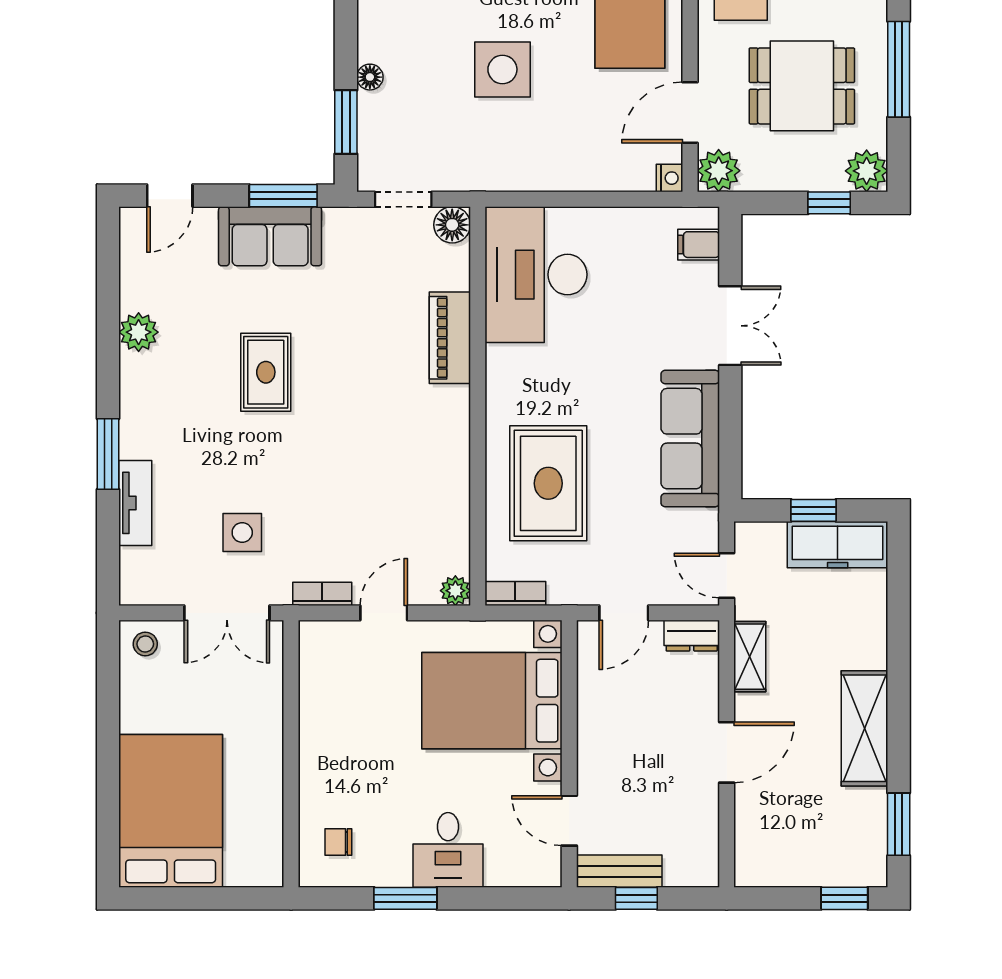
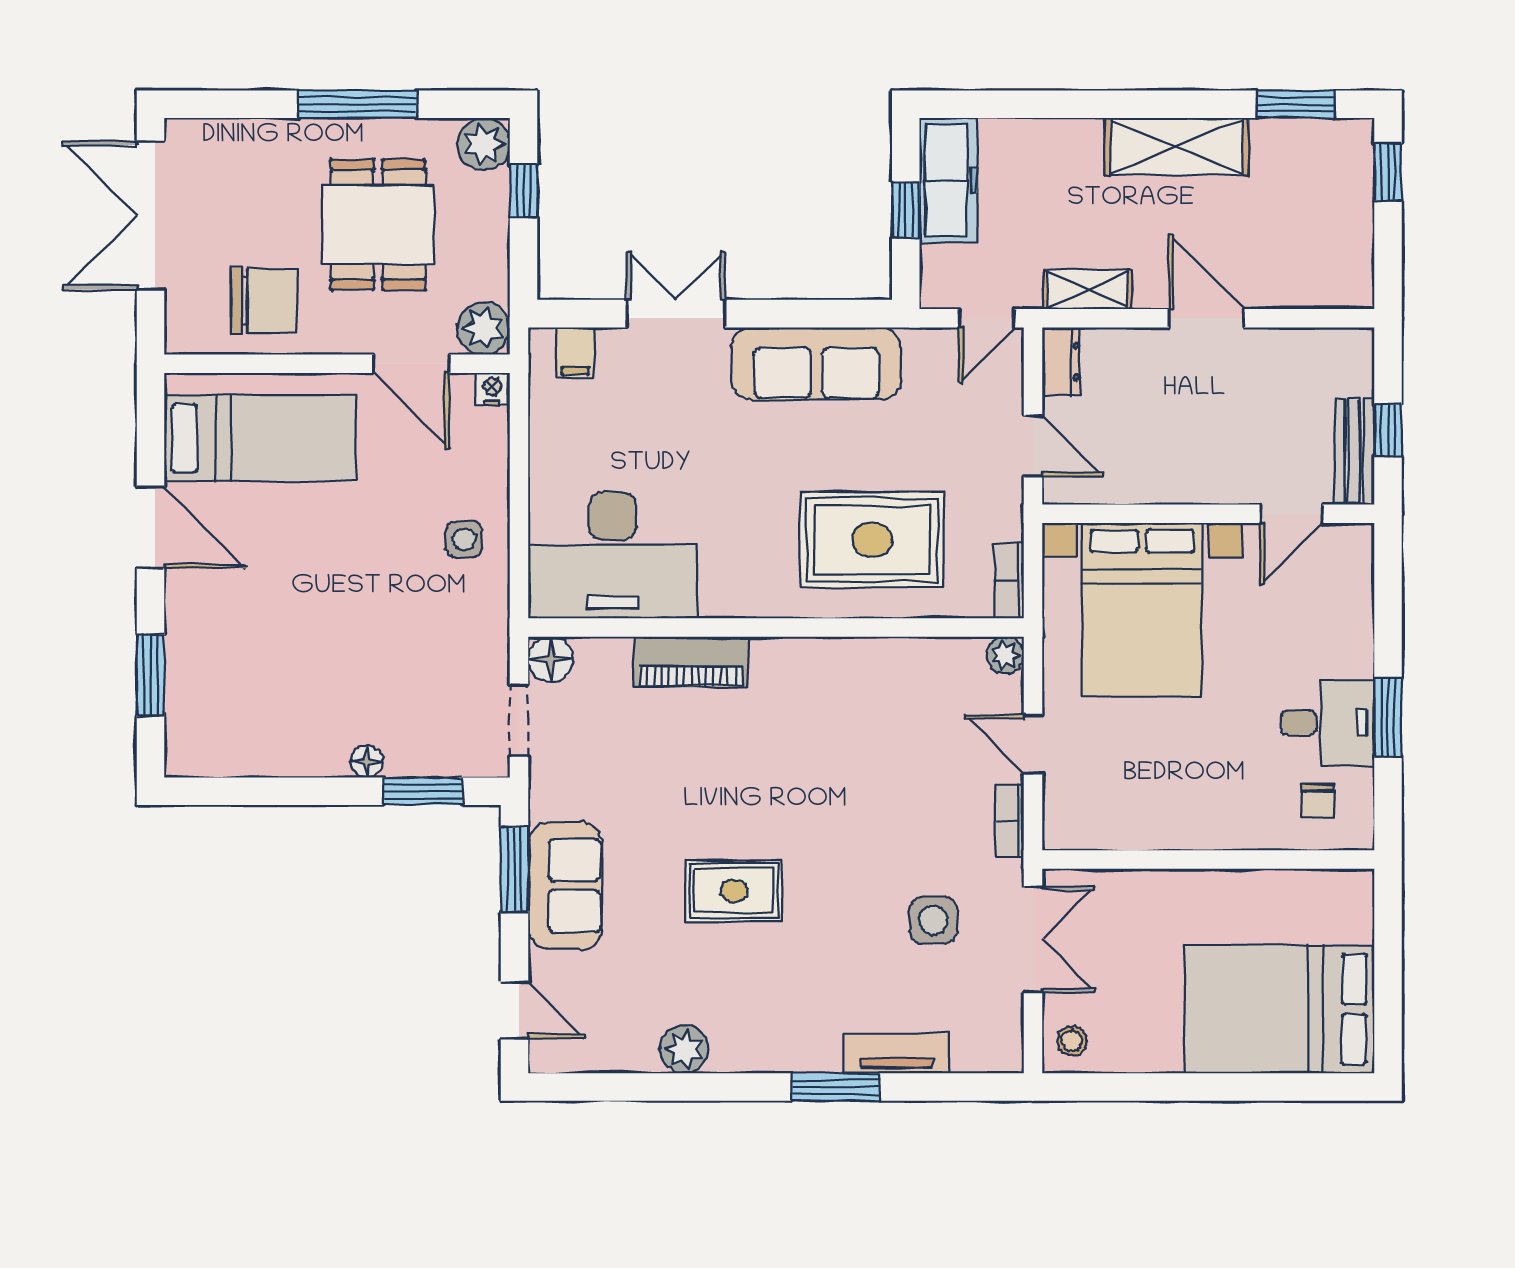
side table: (502, 69) -> (464, 539), moved, width x0.54, depth x0.54
desk: (448, 850) -> (1328, 722), moved

